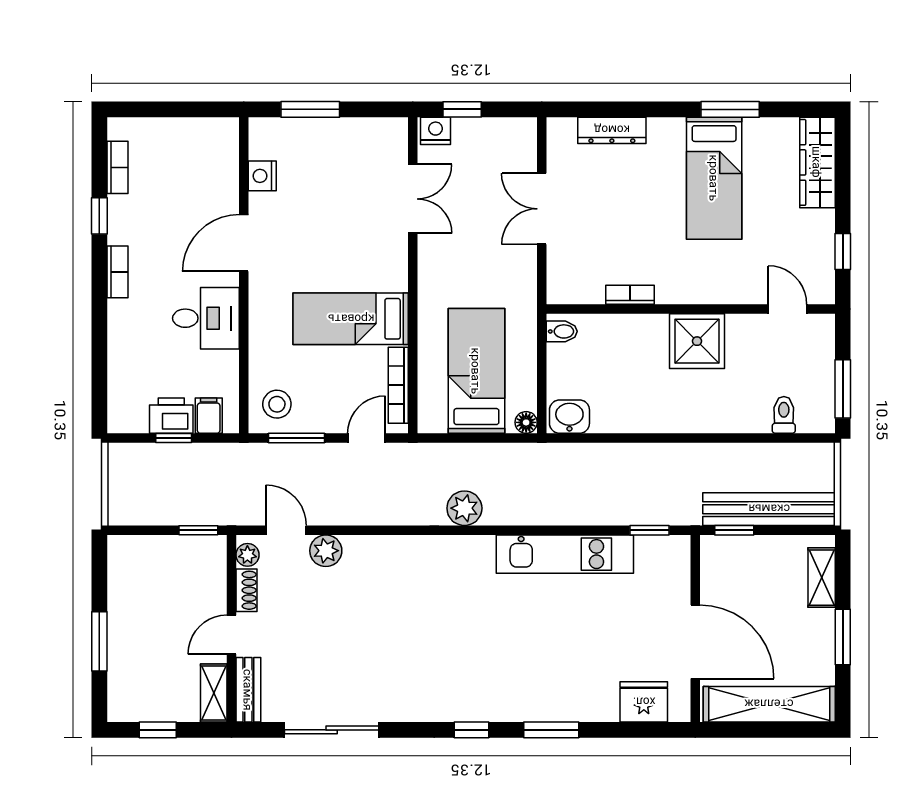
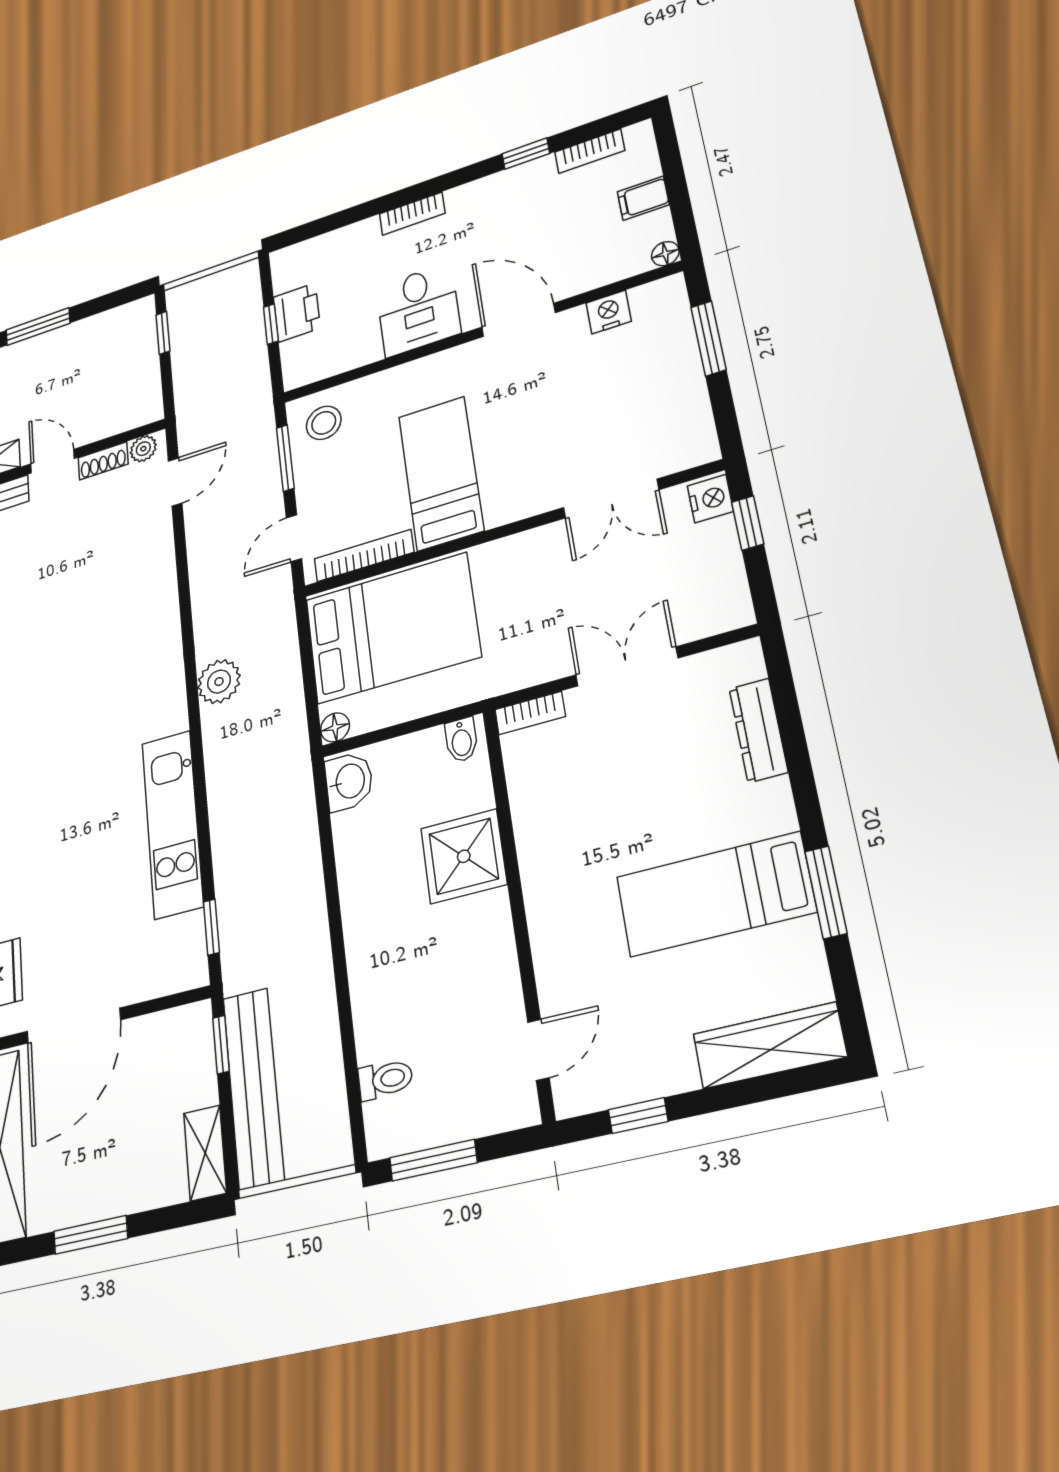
floor lamp: (229, 127) -> (665, 254), added
bookcase: (117, 272) -> (412, 214), moved
bookcase: (630, 295) -> (530, 713), moved, turned 90
shower: (697, 341) -> (464, 856), moved
bed: (476, 371) -> (392, 628), width x1.50
filing cabinet: (209, 416) -> (643, 198), moved, turned 180
door: (366, 438) -> (294, 538), swing flipped
window: (198, 530) -> (163, 333), moved
plant: (326, 551) -> (155, 534), removed
shelving: (822, 578) -> (205, 1153), moved, turned 90

